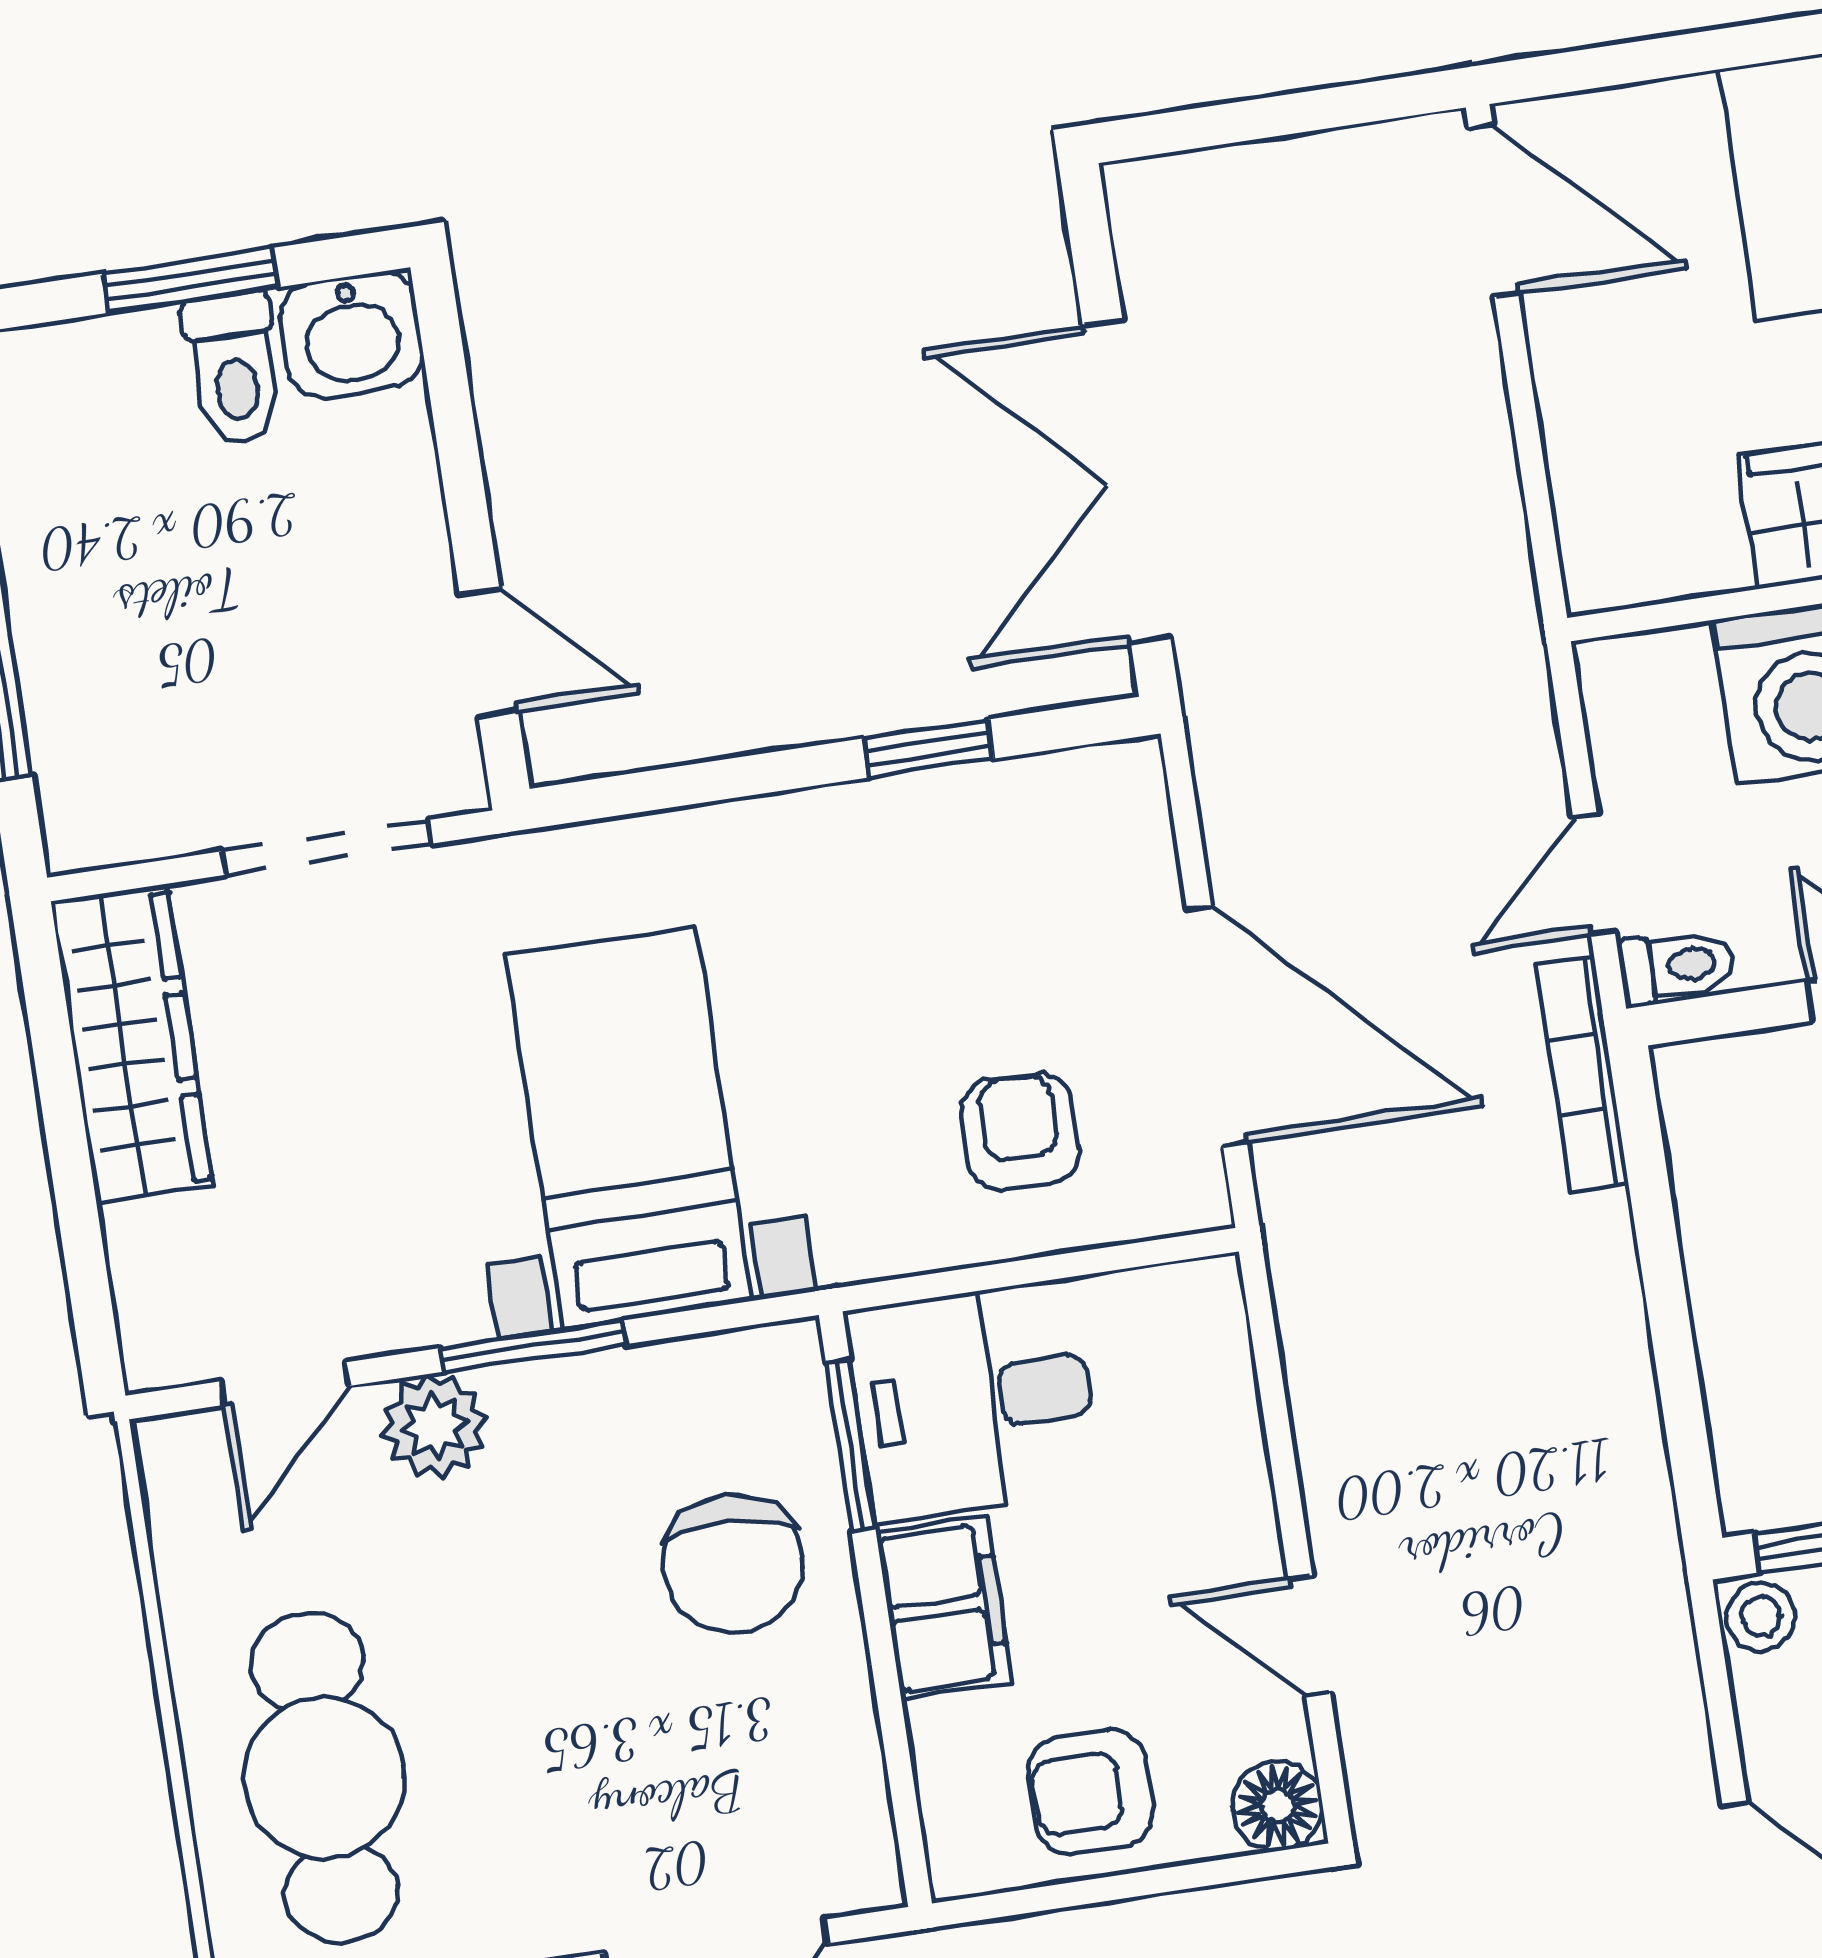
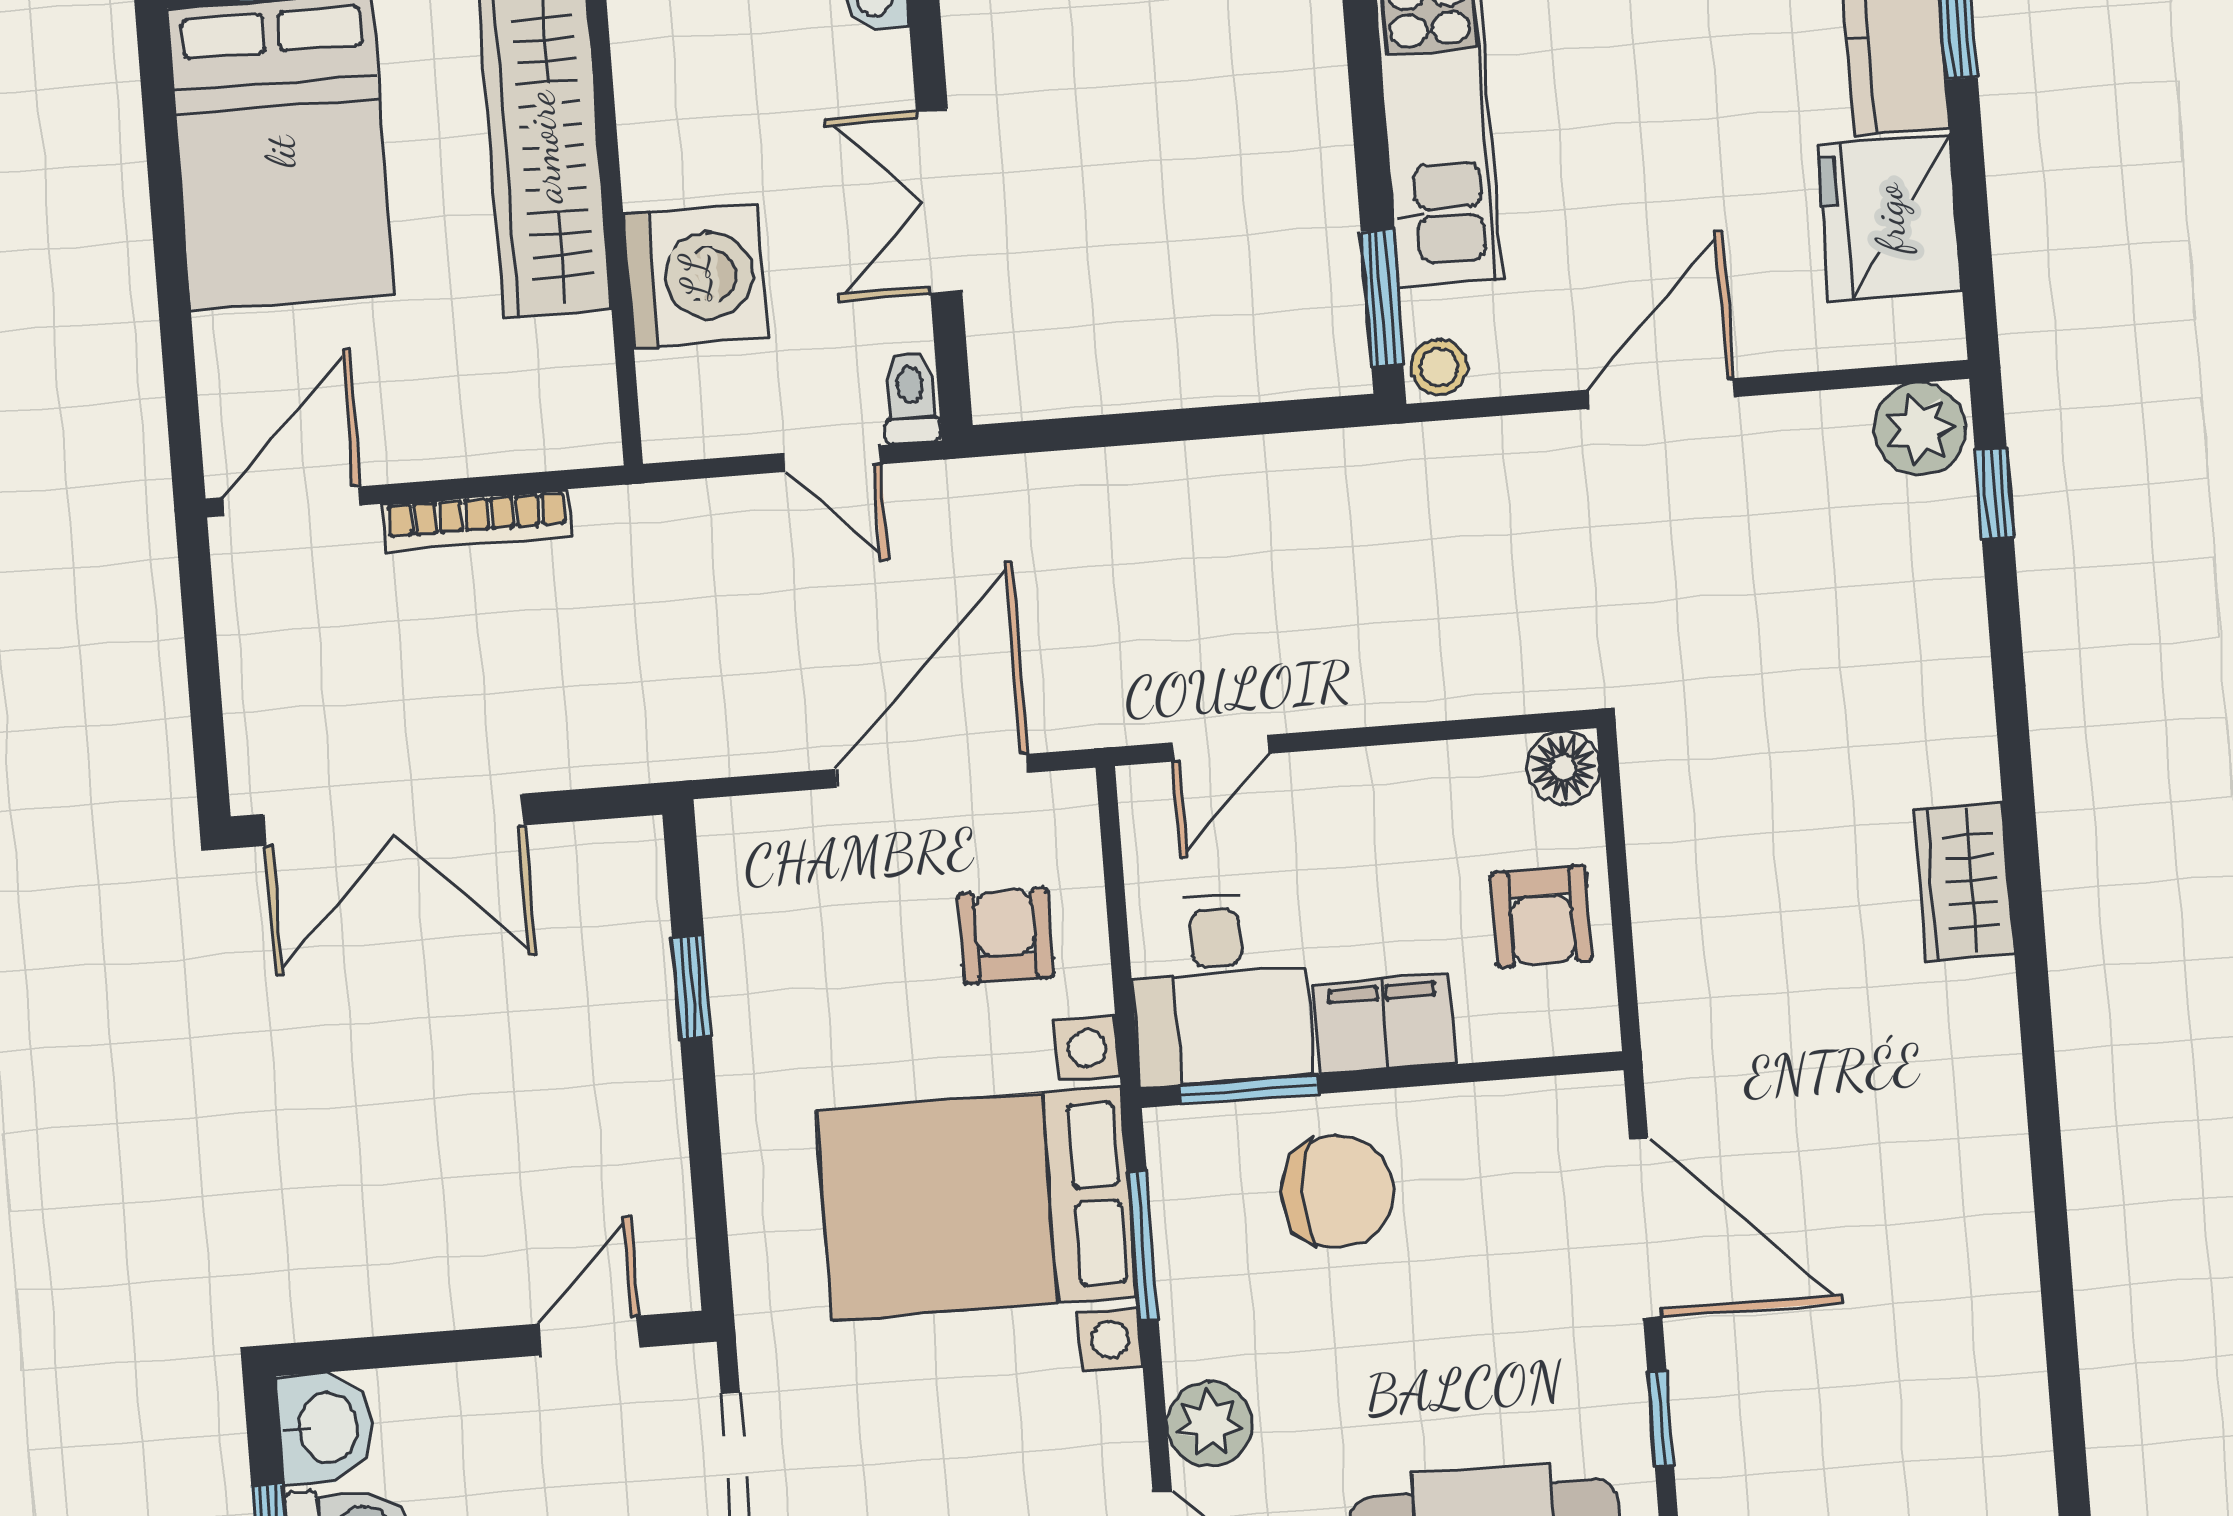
double door: (1127, 481) -> (394, 820), moved
bookcase: (1582, 1074) -> (477, 520), moved
bed with nightstands: (629, 1128) -> (977, 1203), width x1.36
armchair: (1020, 1131) -> (1006, 936), turned 90
window: (533, 1346) -> (1143, 1245), moved
door: (1309, 1636) -> (1220, 748), moved

